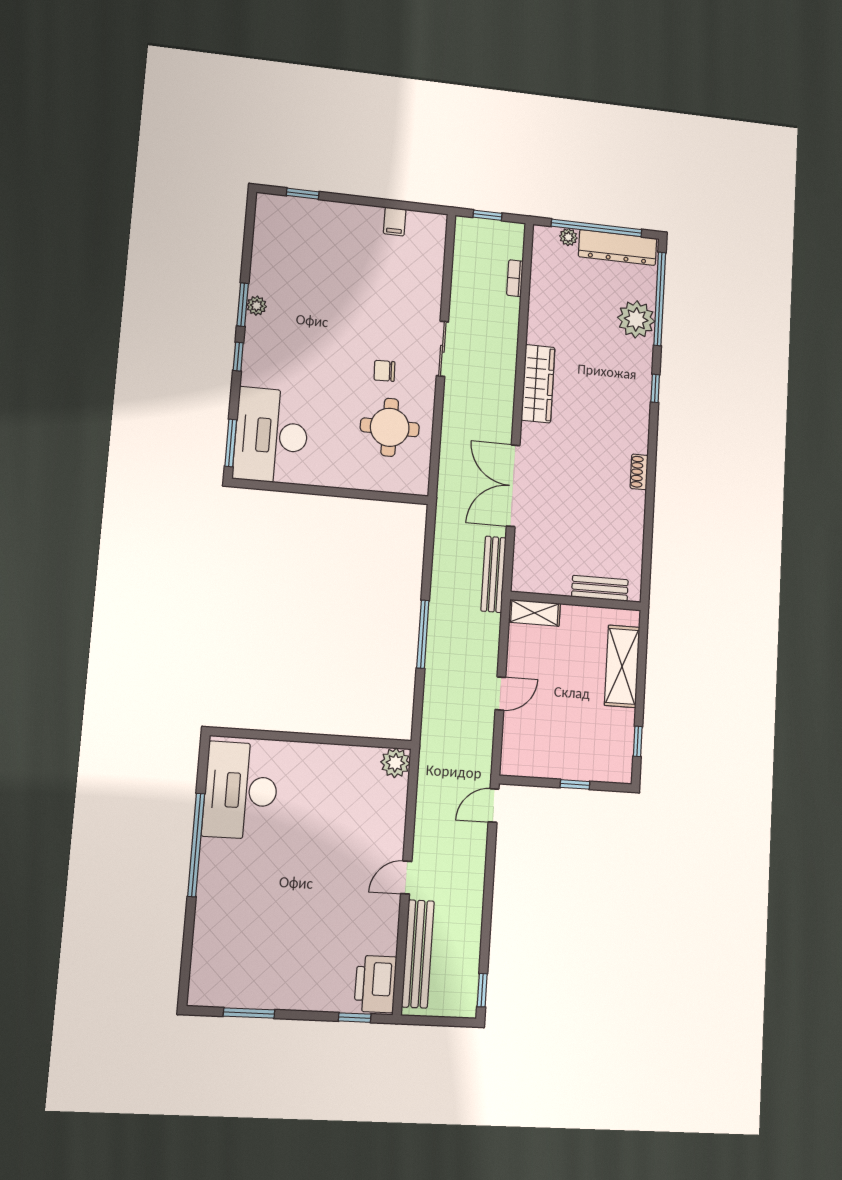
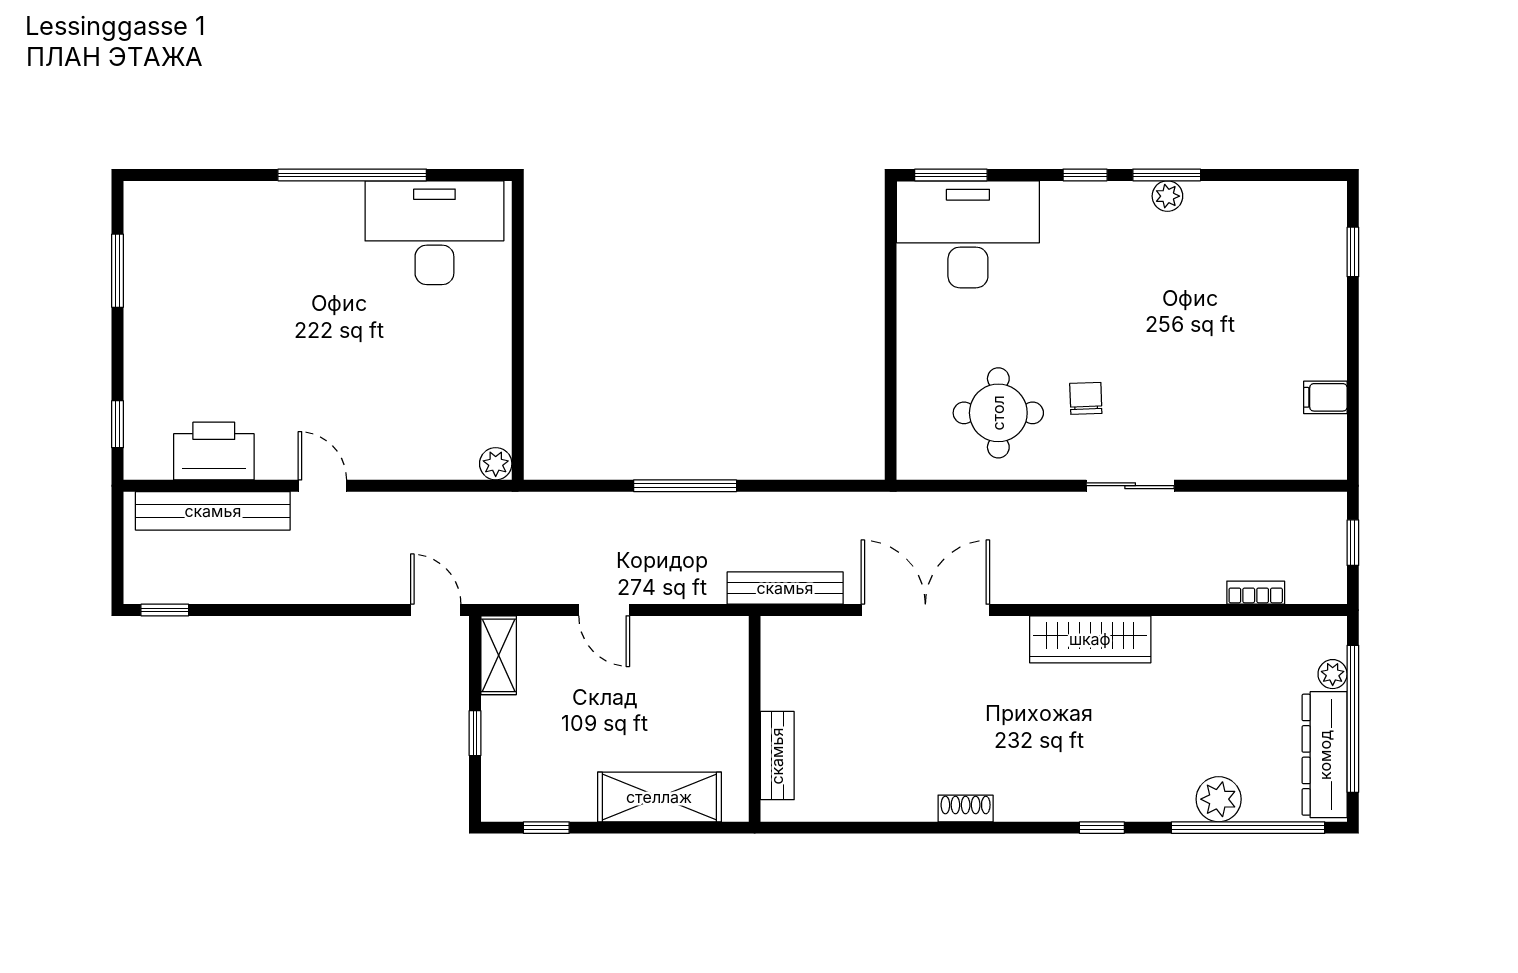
plant: (636, 319) -> (1219, 799), width x0.73, depth x0.73
shelving: (535, 613) -> (499, 655), moved
plant: (395, 763) -> (496, 464), width x0.73, depth x0.73
printer: (375, 984) -> (214, 451), moved

